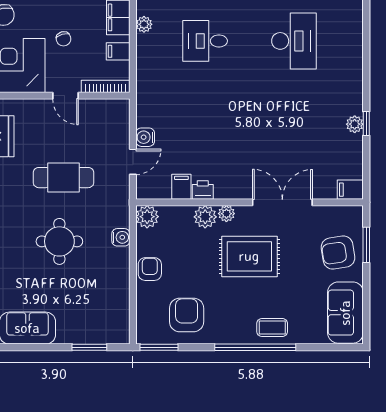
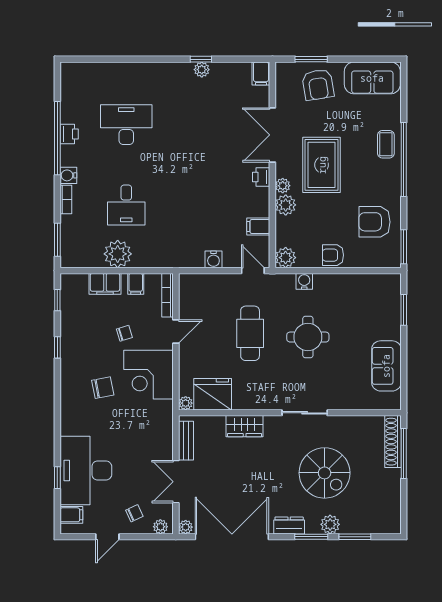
plant: (144, 24) -> (118, 254), width x1.88, depth x1.88
door: (133, 162) -> (253, 271), moved
printer: (203, 190) -> (261, 177), moved

